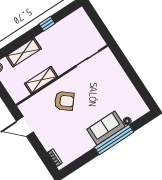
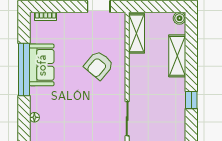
shelving: (41, 80) -> (136, 33), moved
sofa: (106, 128) -> (42, 65), moved
window: (114, 140) -> (24, 69), moved

